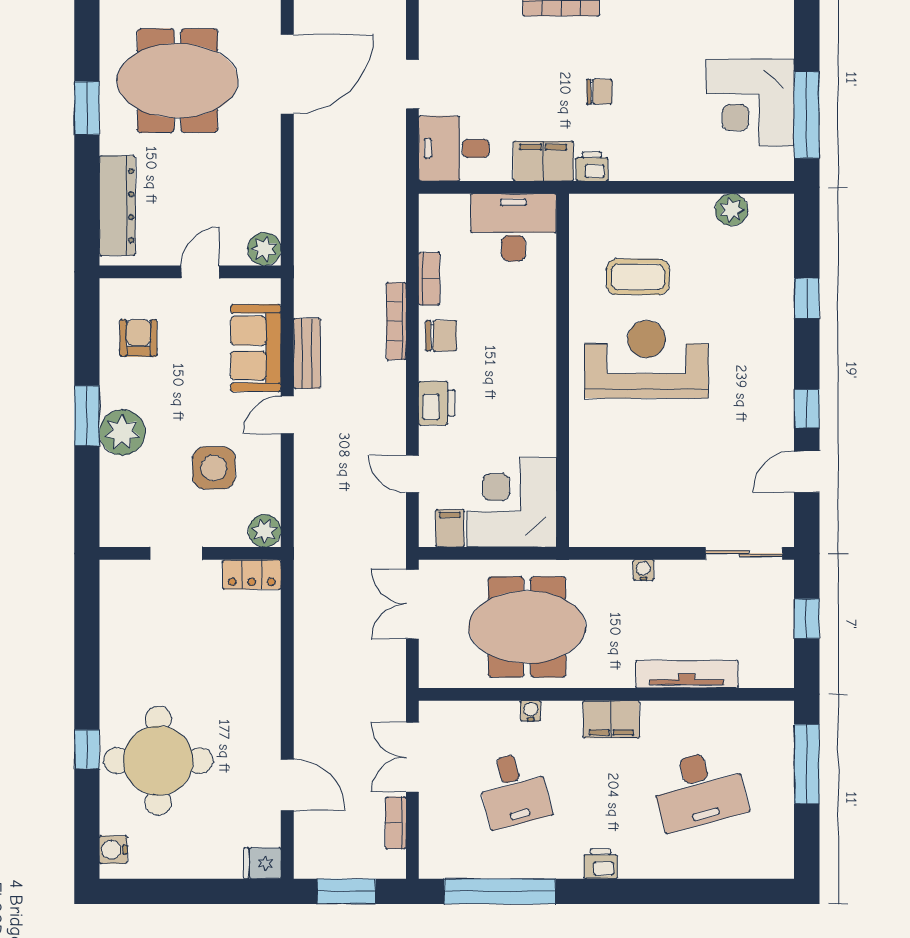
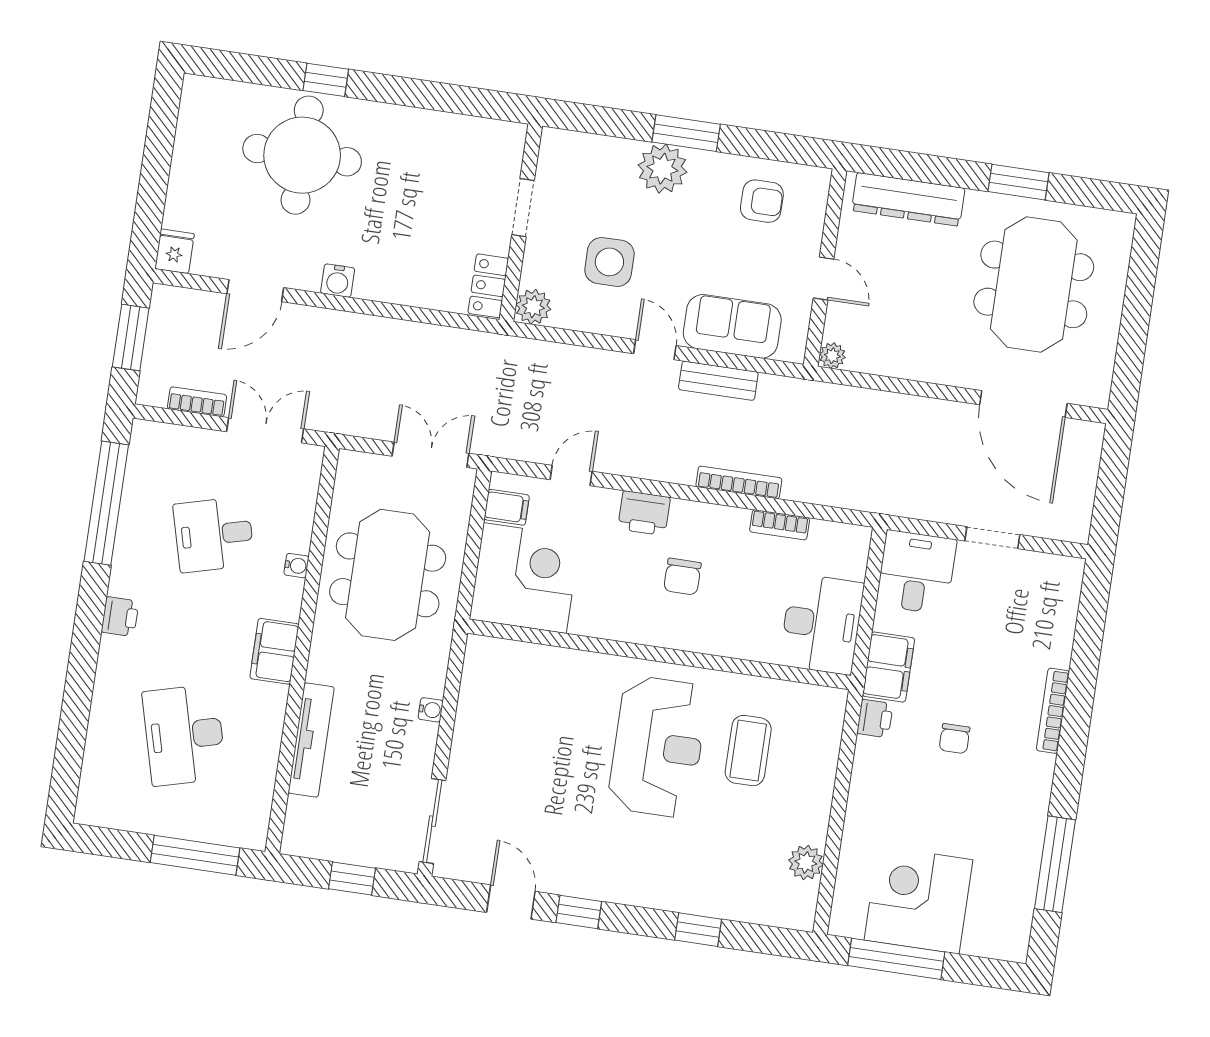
plant: (264, 249) -> (832, 356), width x0.73, depth x0.73
chair: (441, 336) -> (682, 577), moved
water cooler: (113, 850) -> (338, 281), moved, turned 180

